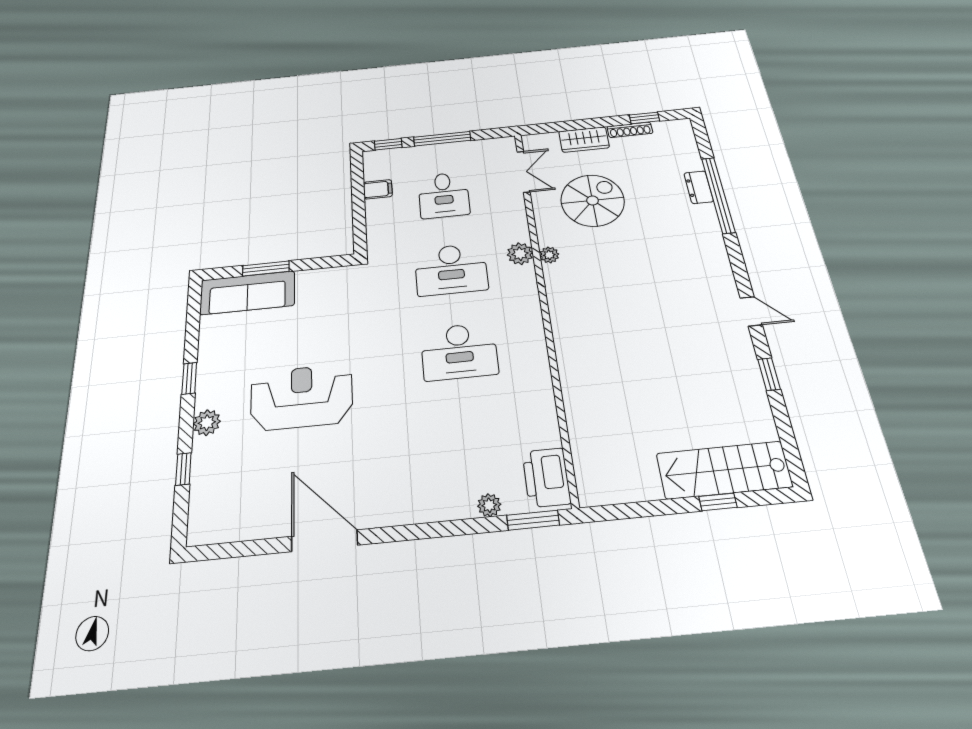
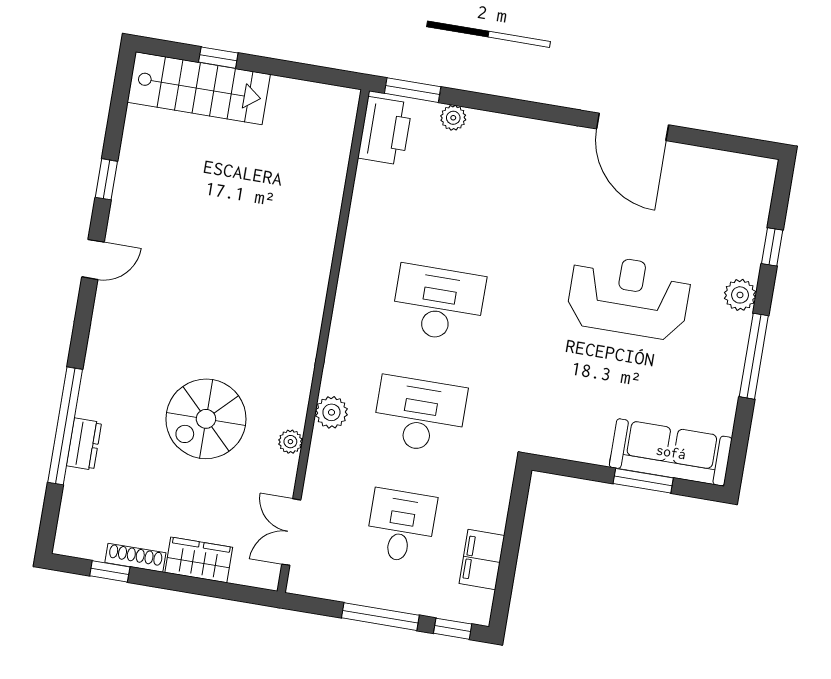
filing cabinet: (378, 189) -> (482, 559), width x2.00
spiral stairs: (593, 200) -> (206, 419), moved
plant: (549, 255) -> (290, 442), moved
door: (751, 311) -> (93, 259), swing flipped
window: (189, 378) -> (754, 356), width x2.17
reception desk: (302, 397) -> (629, 297), turned 180

